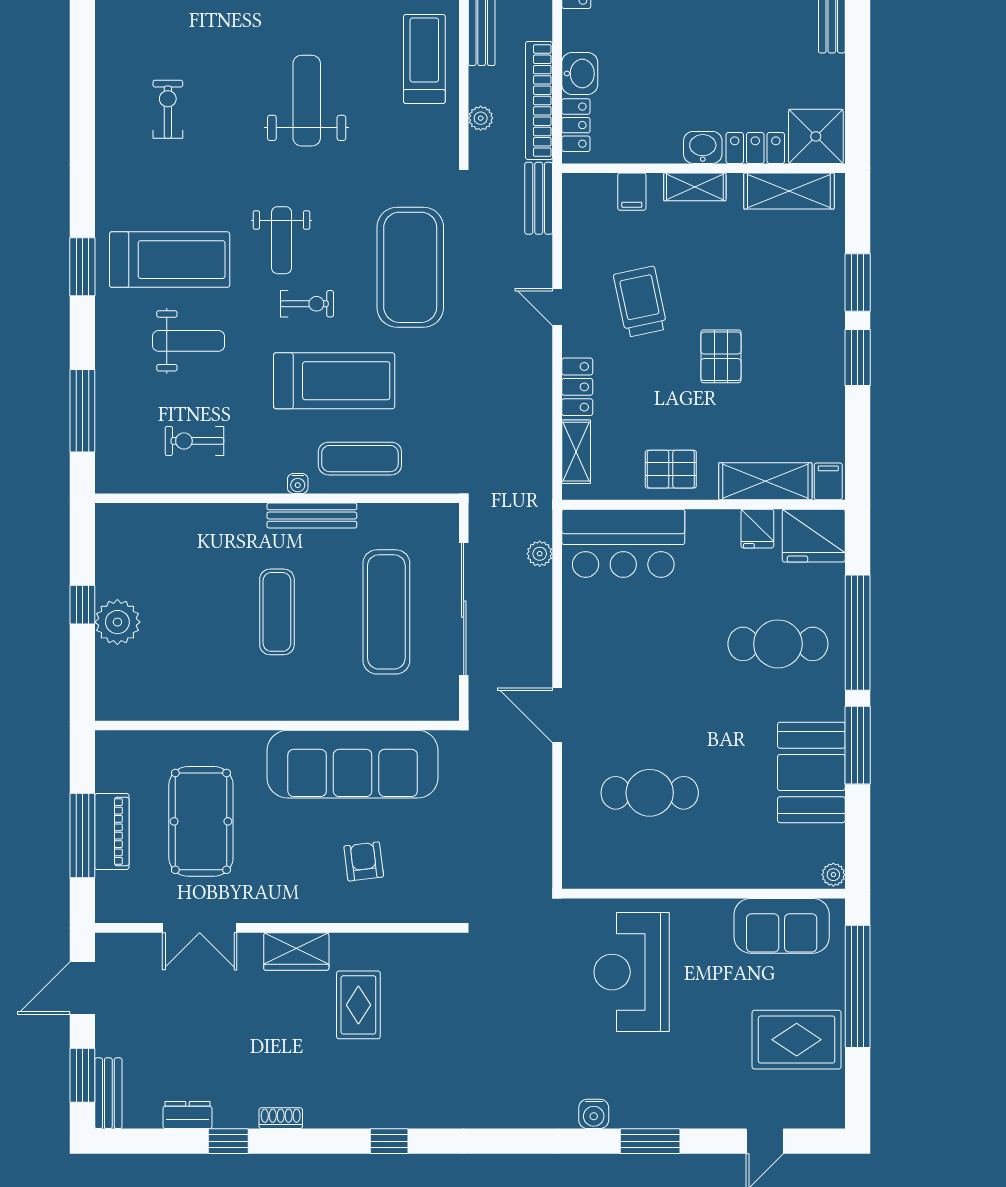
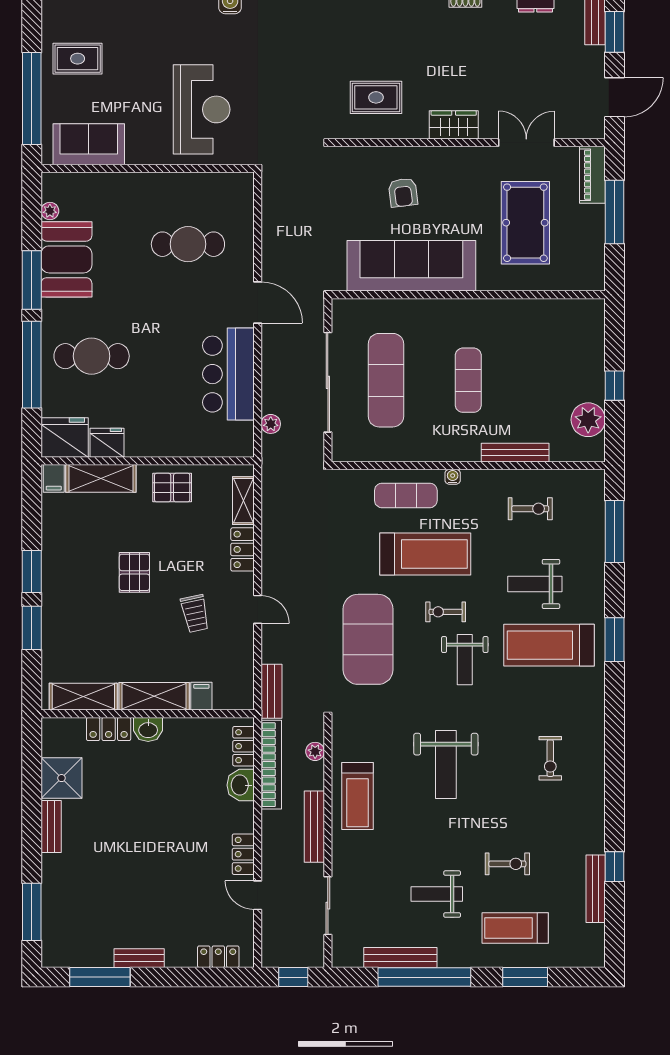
shower: (816, 136) -> (61, 778), moved
shelving: (695, 187) -> (154, 696), width x1.50, depth x1.33
weight bench: (282, 240) -> (465, 660), turned 180
trolley: (640, 302) -> (195, 613), width x0.73, depth x0.72
treadmill: (334, 381) -> (425, 554), turned 180
bench: (312, 515) -> (515, 453), moved
fridge: (757, 529) -> (107, 443), width x1.38
bar counter: (623, 543) -> (228, 374), moved, turned -90
plant: (117, 622) -> (588, 420), moved
piano: (112, 831) -> (592, 175), moved
plant: (833, 875) -> (50, 211), moved
rug: (358, 1005) -> (376, 97), moved, turned 90
rug: (797, 1040) -> (78, 59), width x0.73, depth x0.70

